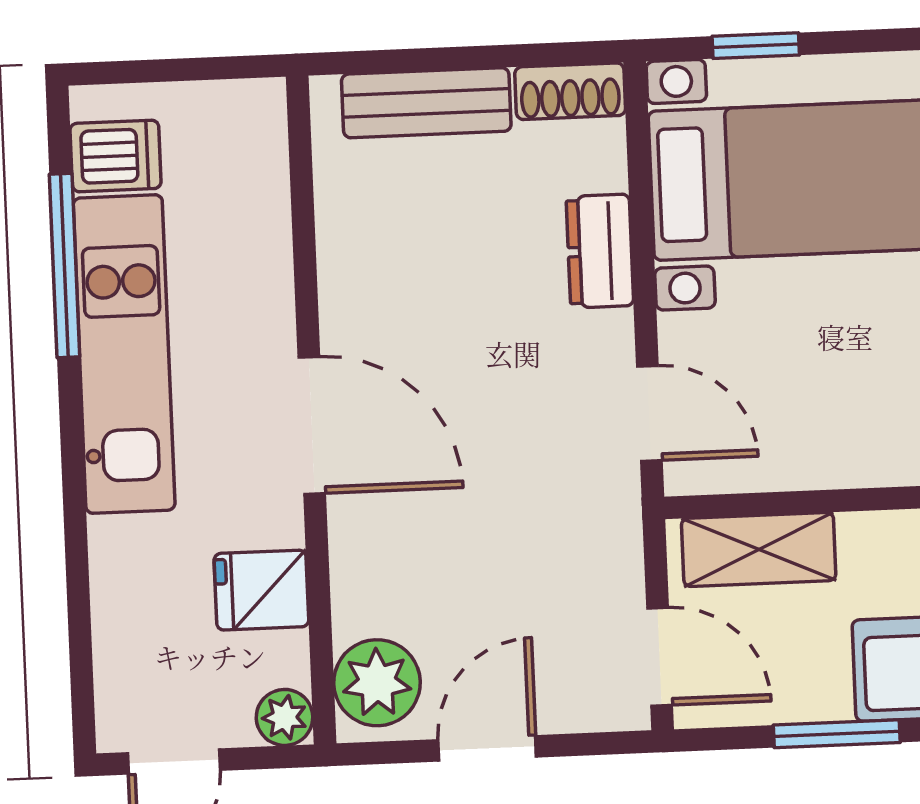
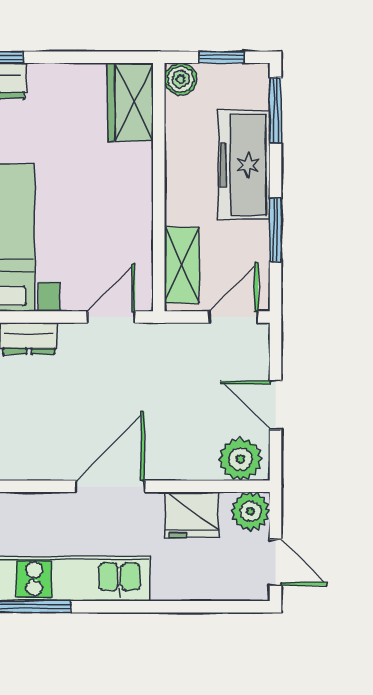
fridge: (261, 590) -> (192, 515), width x1.38
plant: (285, 717) -> (250, 511), width x1.38, depth x1.38

